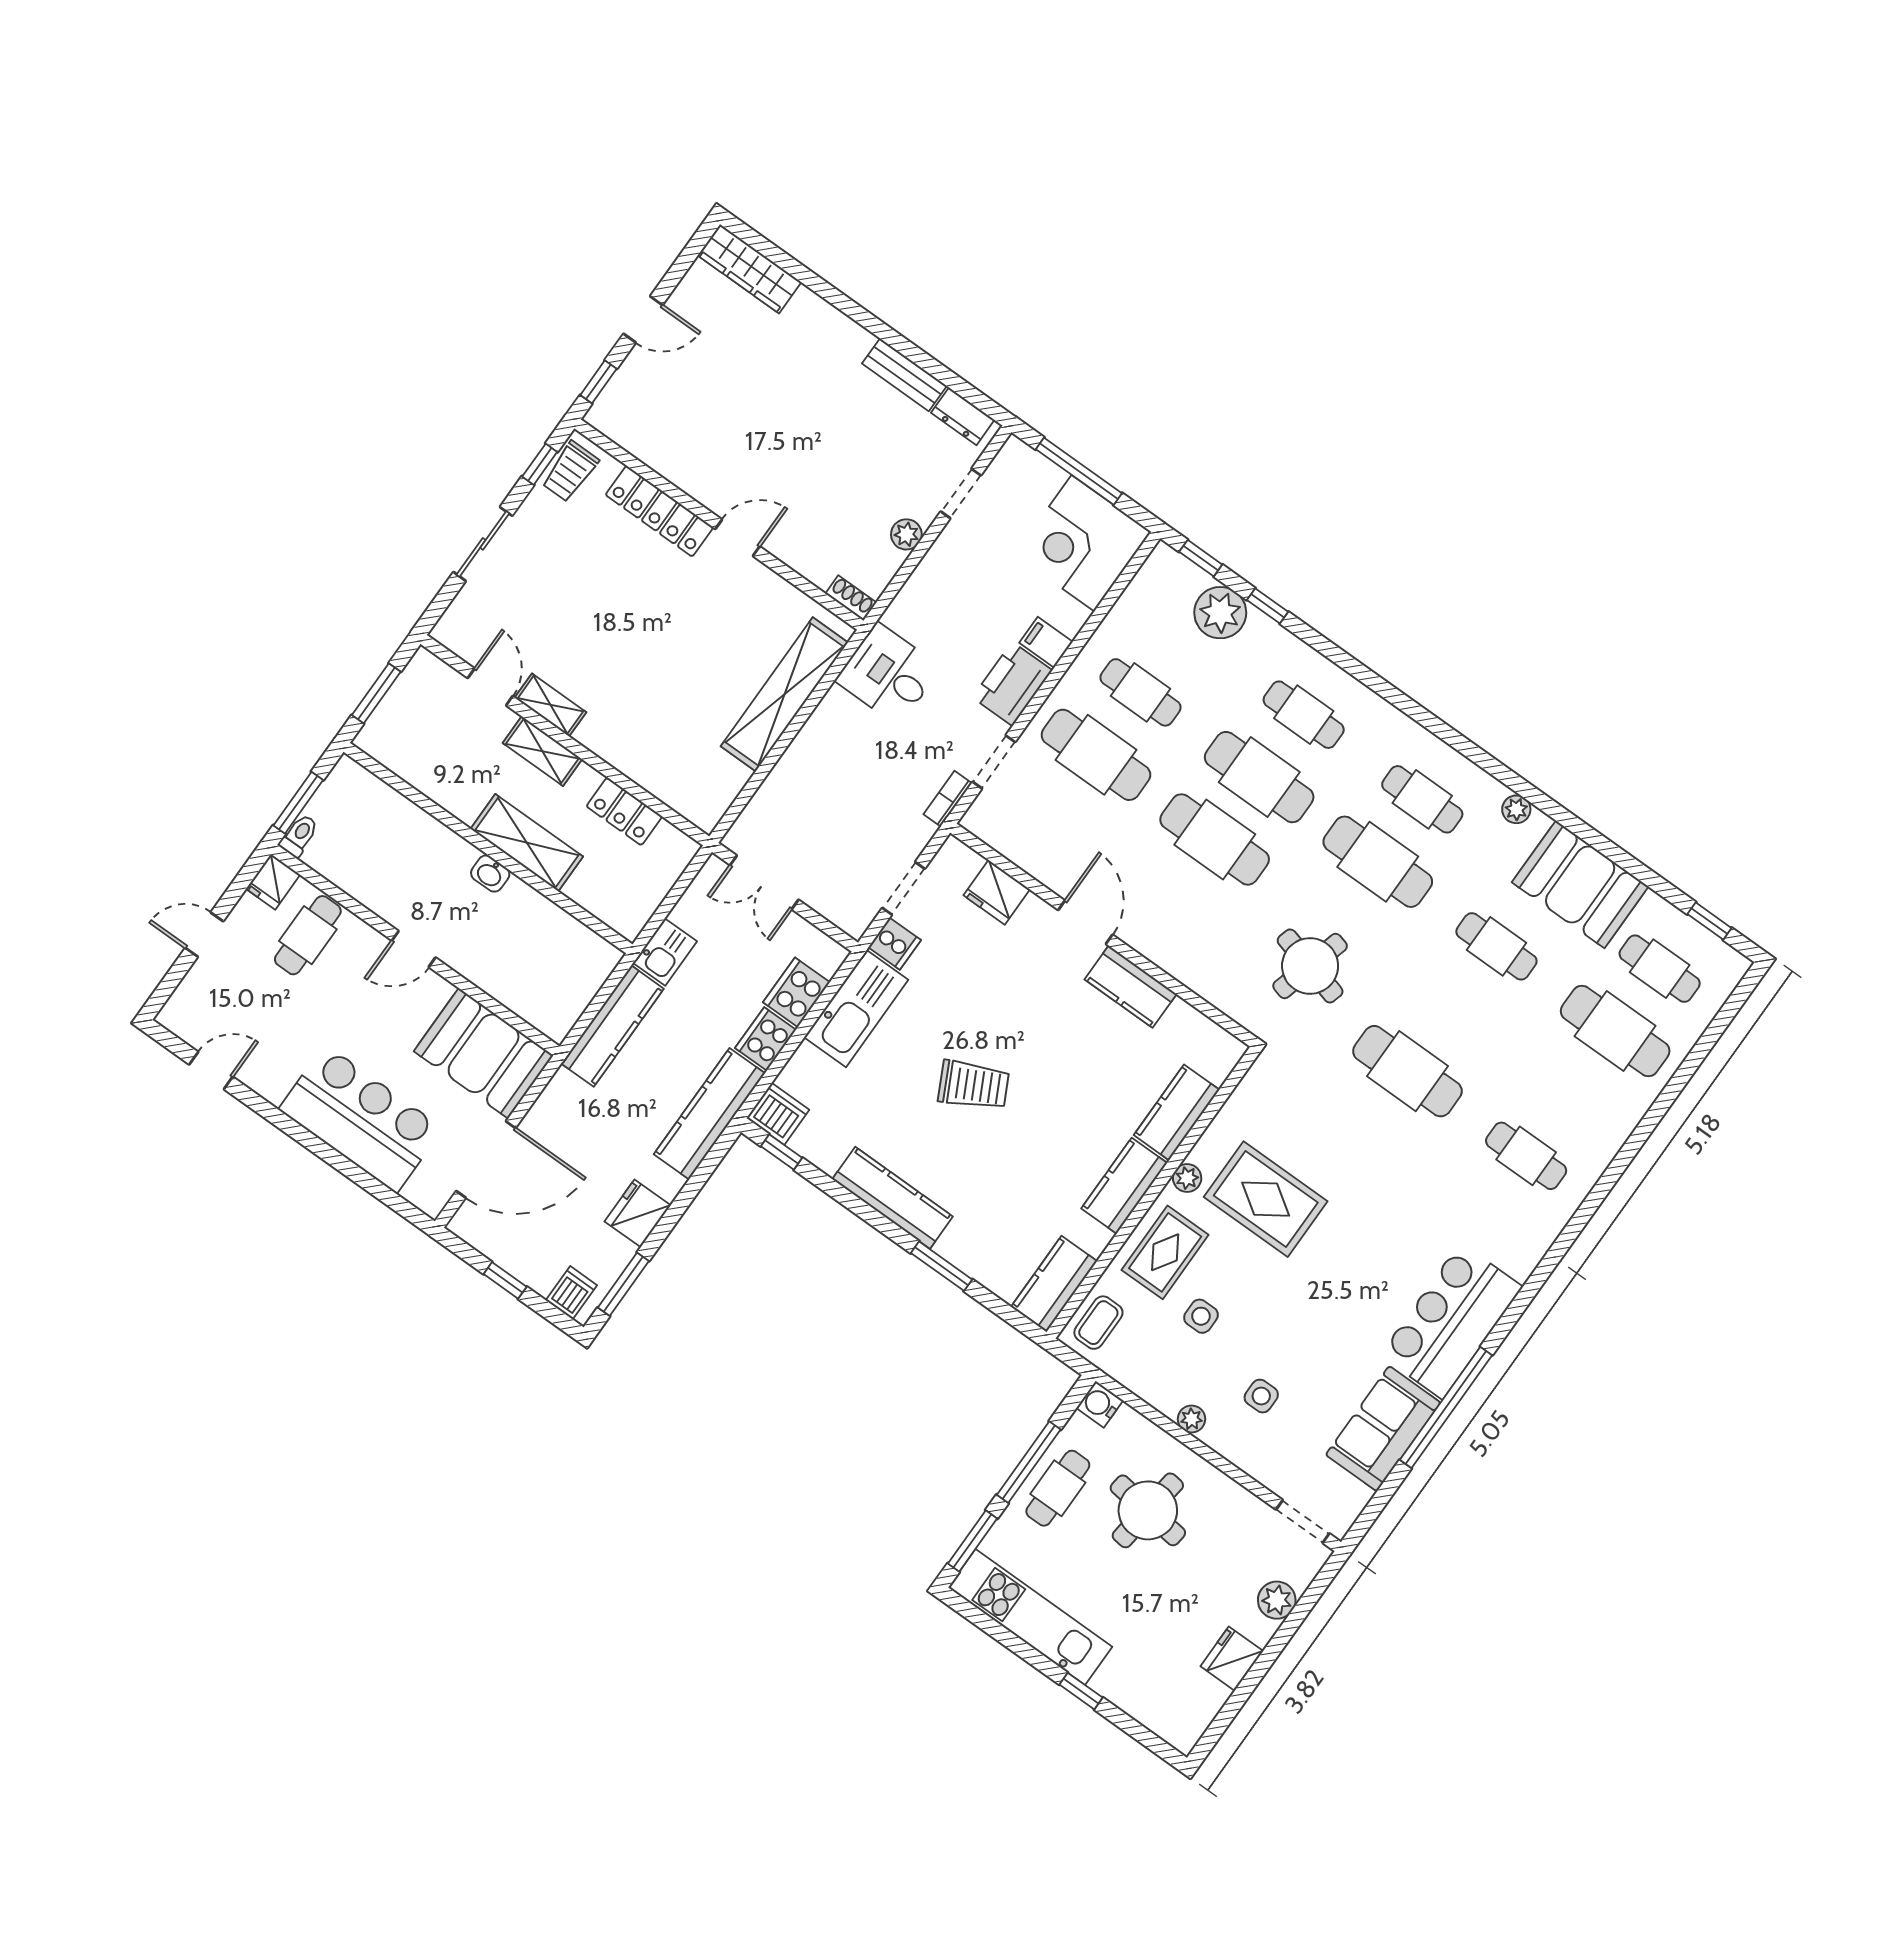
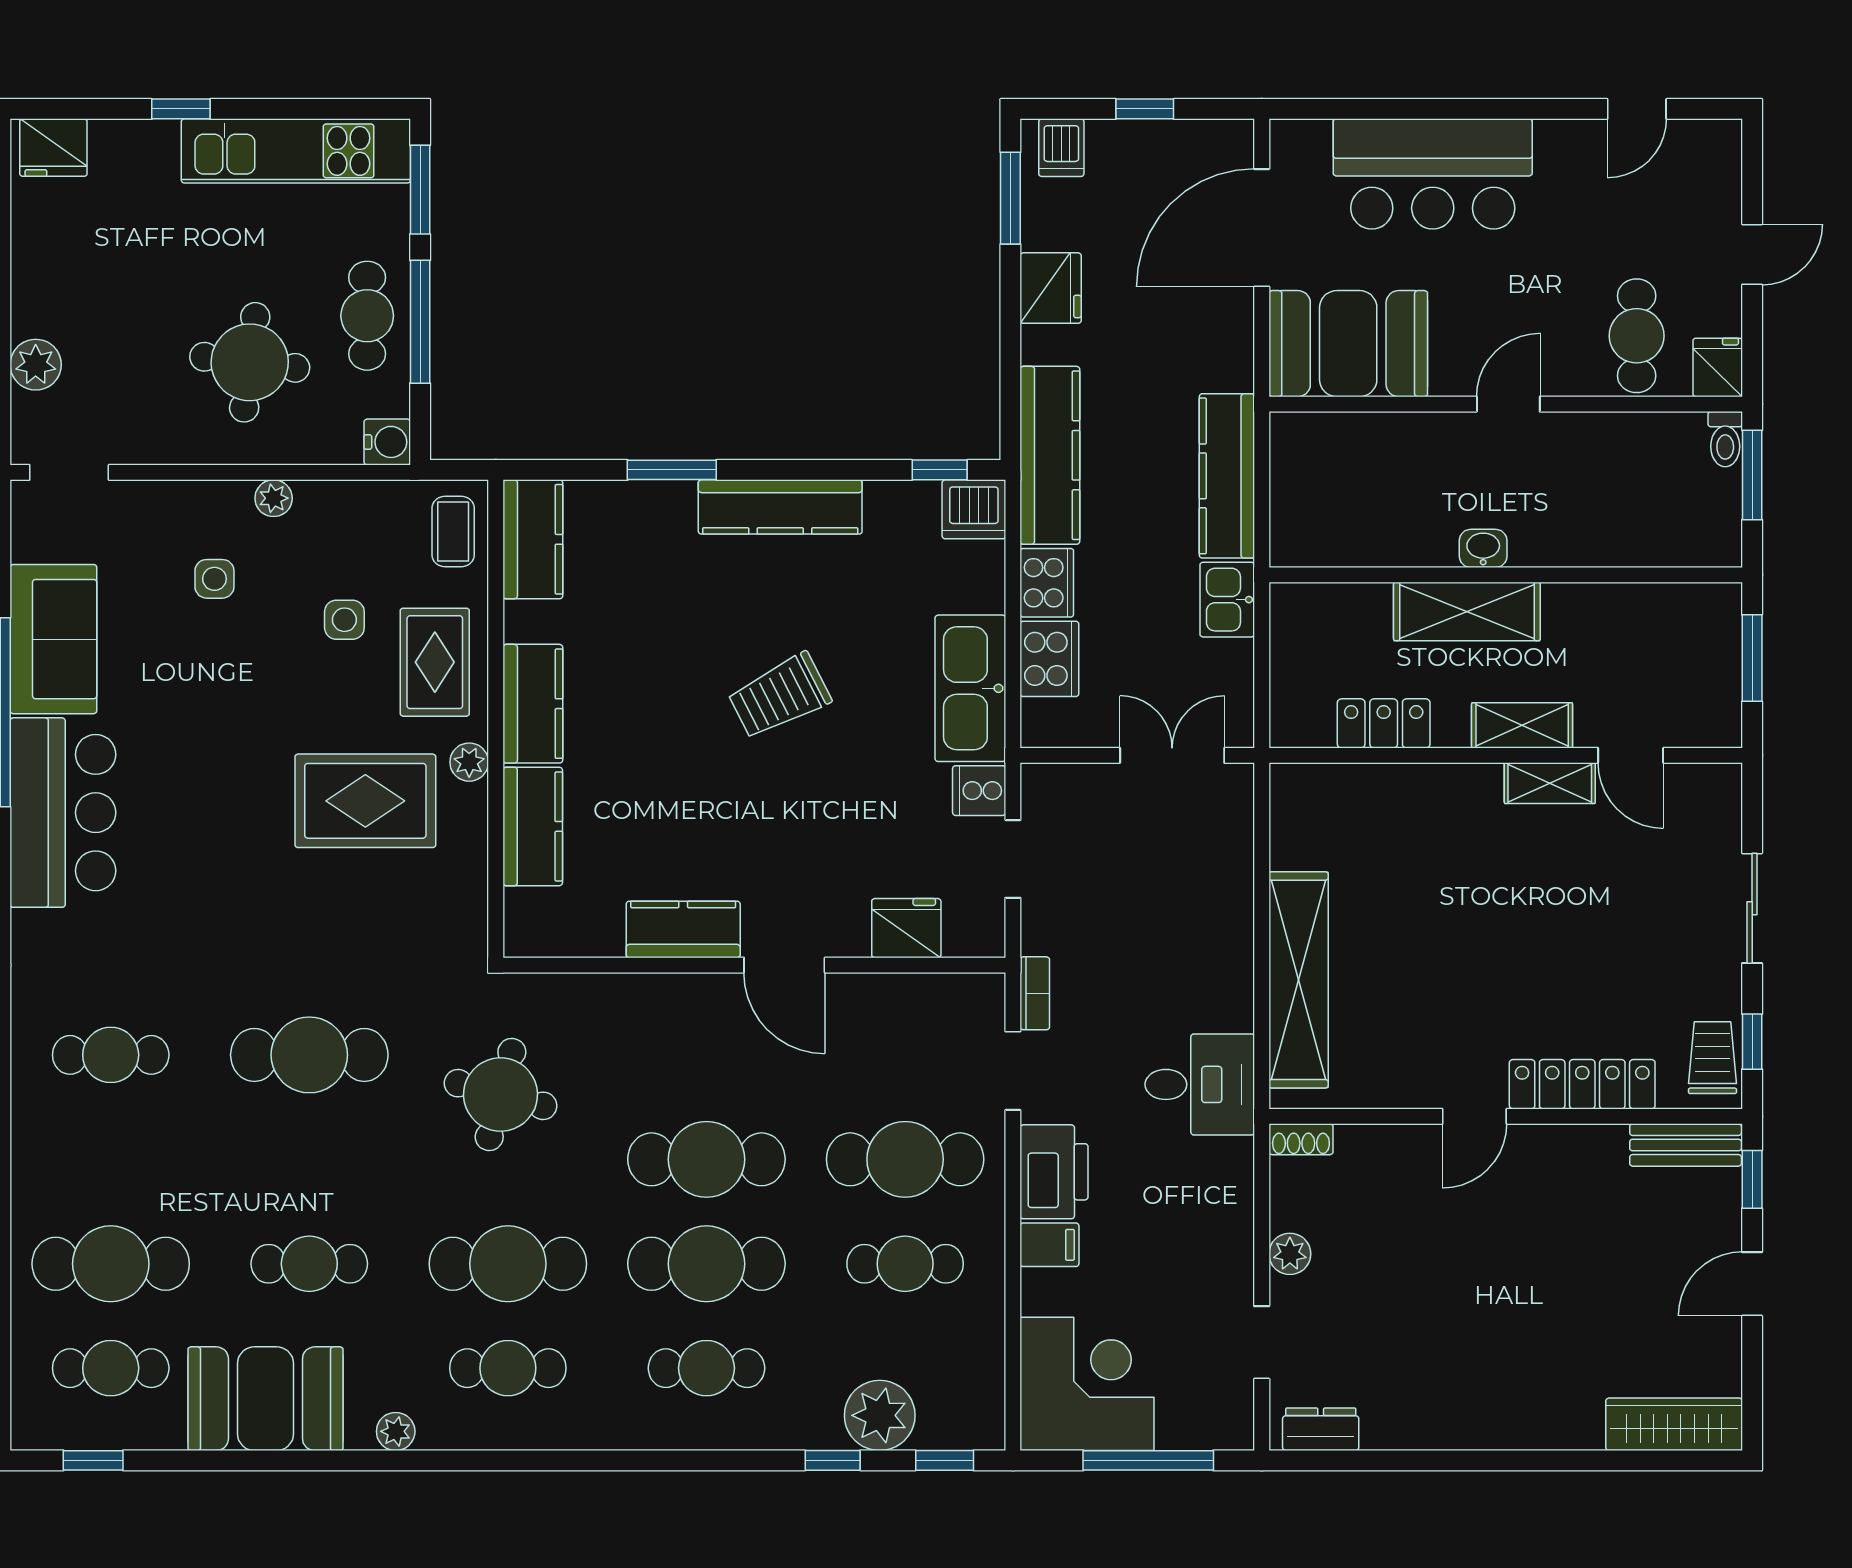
bench: (904, 375) -> (1686, 1145), moved
fridge: (1232, 1659) -> (53, 148), moved, turned 90

